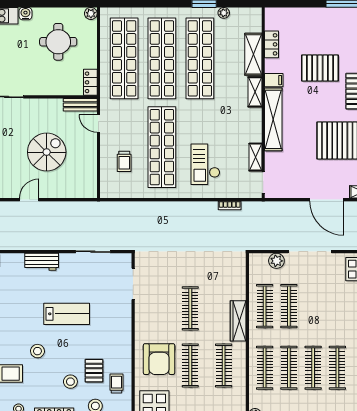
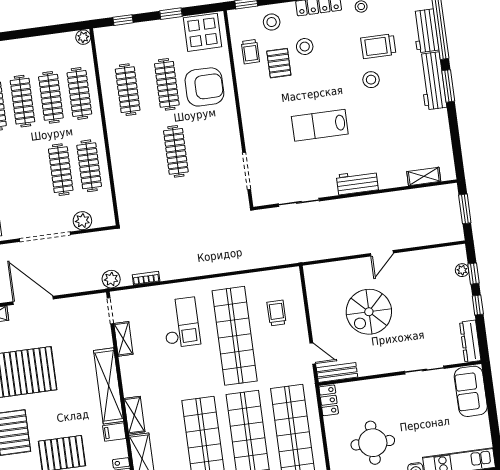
plant: (259, 209) -> (111, 279), added
wardrobe: (238, 321) -> (118, 144), removed
stool: (37, 351) -> (371, 80), moved
armchair: (159, 359) -> (204, 87), turned 90

